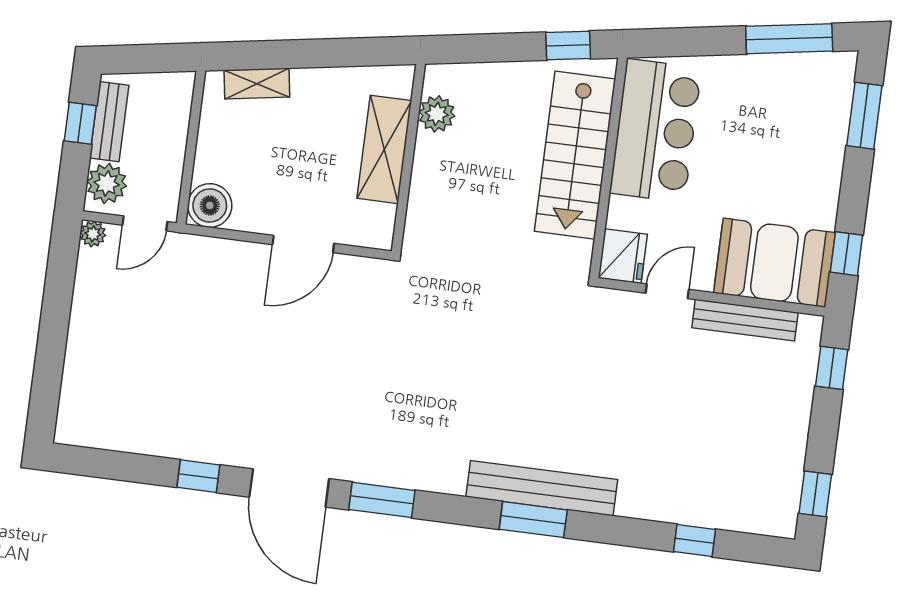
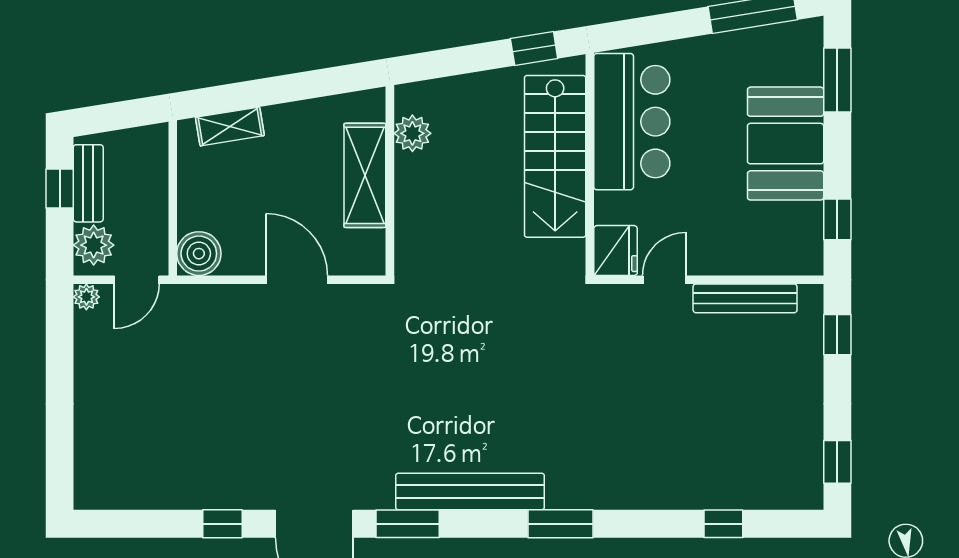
door: (303, 244) -> (297, 280), swing flipped
booth: (774, 263) -> (786, 144), moved, turned 90
bench: (542, 488) -> (470, 491), moved

